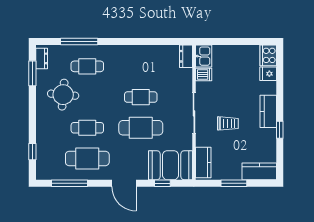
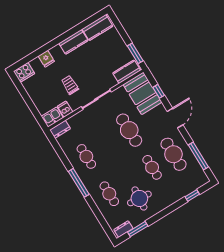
window: (79, 42) -> (79, 183), moved
fridge: (268, 74) -> (46, 59), moved
cafe table: (141, 97) -> (86, 156), moved
kitchen counter: (268, 111) -> (73, 42), moved
trolley: (228, 123) -> (70, 85), moved
window: (280, 130) -> (71, 33), removed
kitchen counter: (259, 171) -> (97, 28), moved, turned -90
window: (234, 183) -> (135, 53), moved

